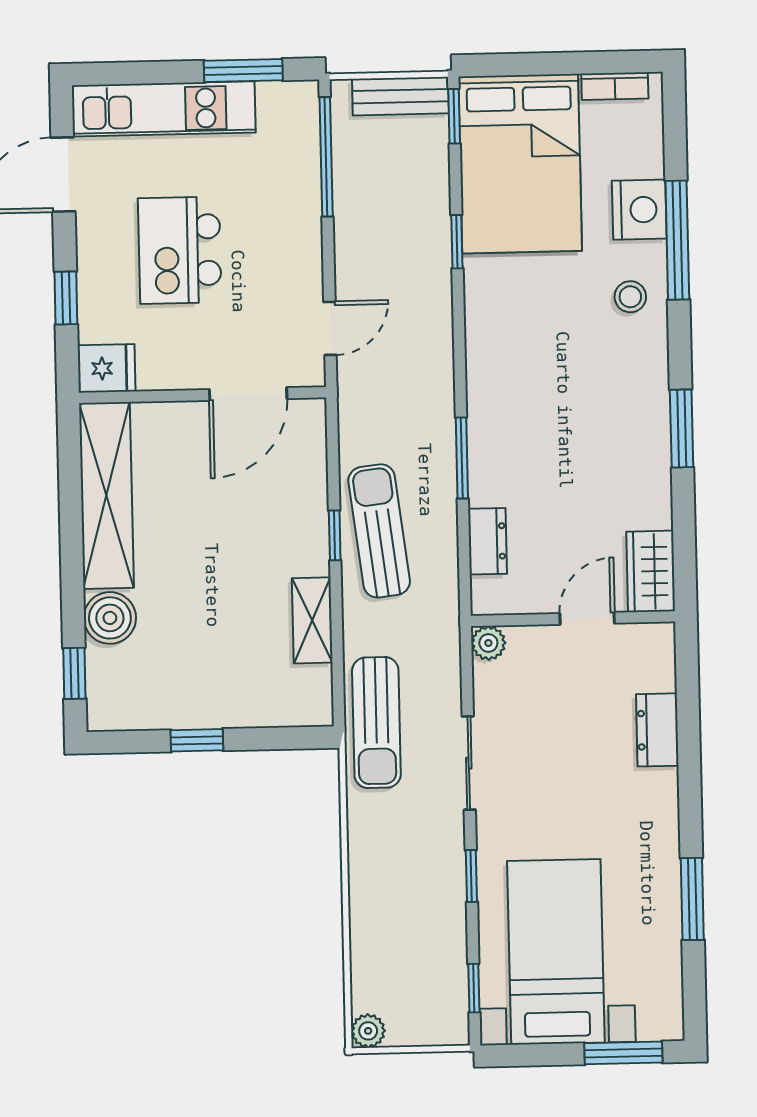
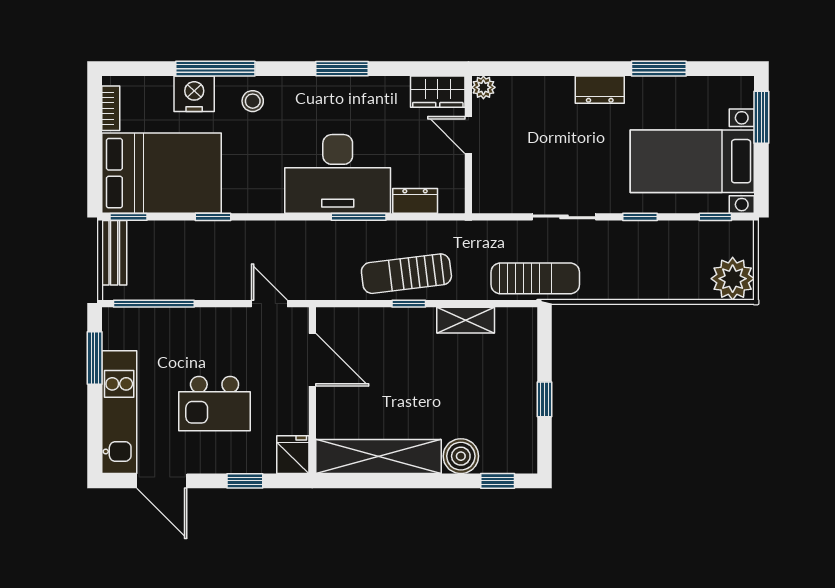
desk: (525, 425) -> (338, 174), added
plant: (488, 643) -> (483, 87), moved
dresser: (657, 730) -> (600, 90), moved
plant: (368, 1031) -> (733, 279), width x1.88, depth x1.88

